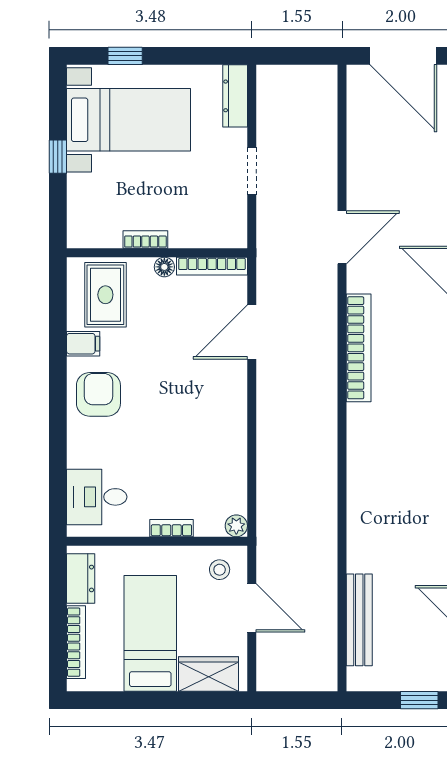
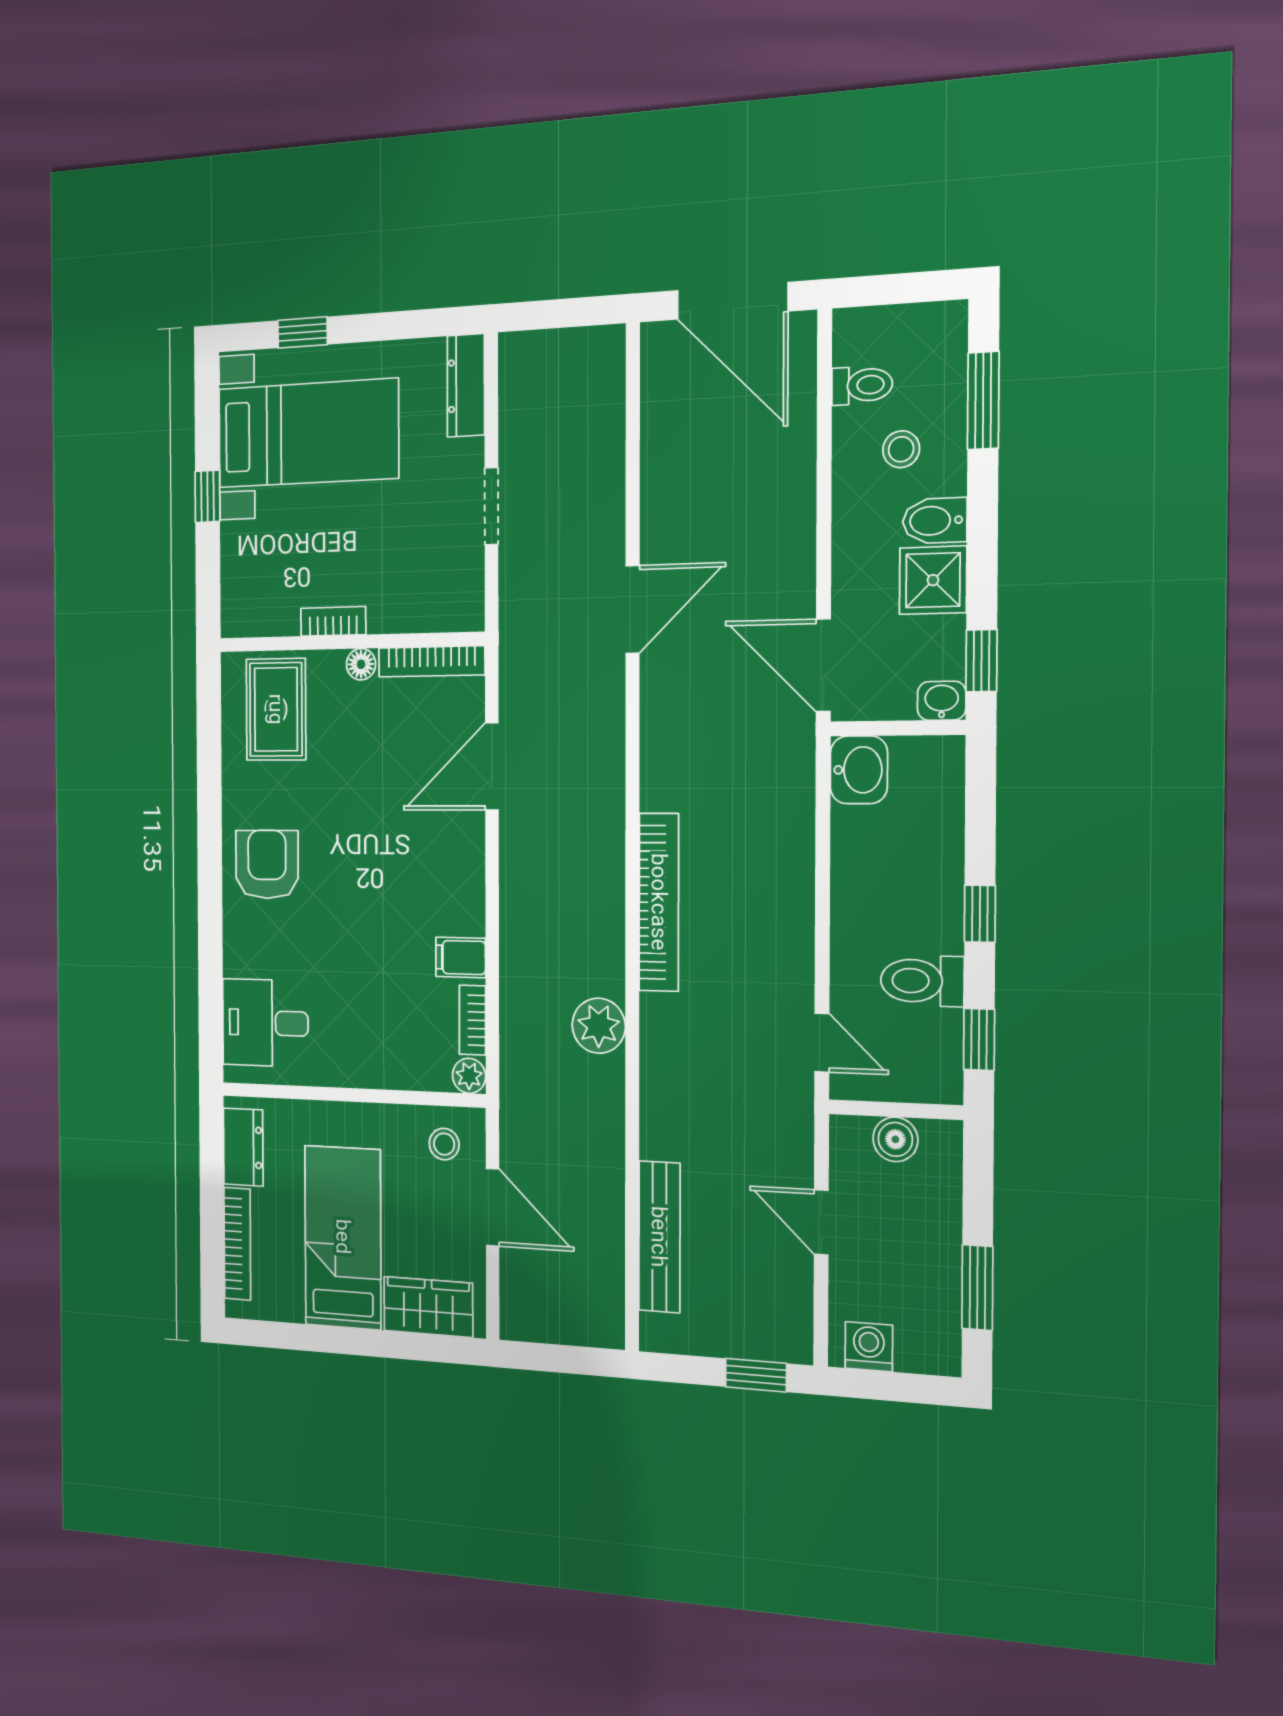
filing cabinet: (83, 344) -> (461, 957), moved, turned 180
bookcase: (359, 348) -> (659, 902), moved
plant: (321, 492) -> (599, 1026), added
bookcase: (171, 528) -> (472, 1020), moved, turned -90

